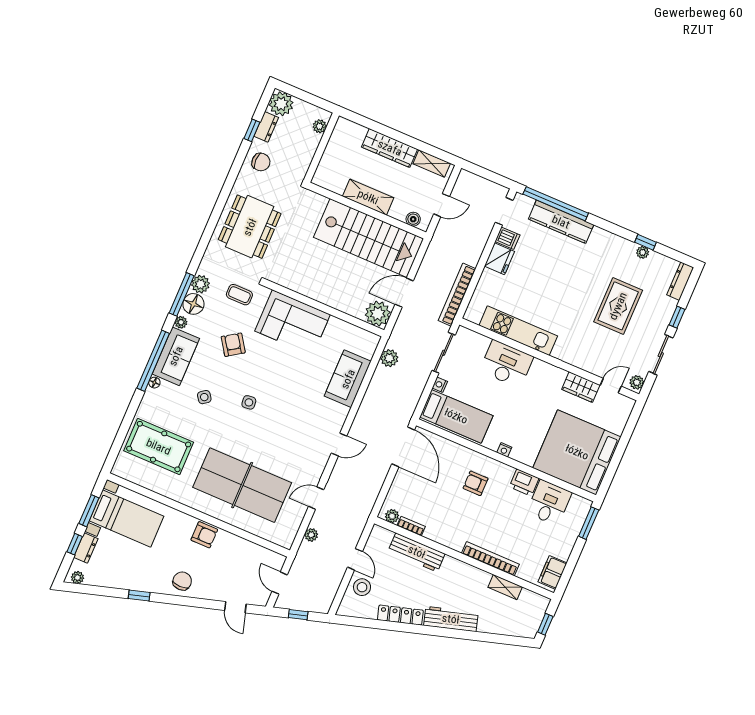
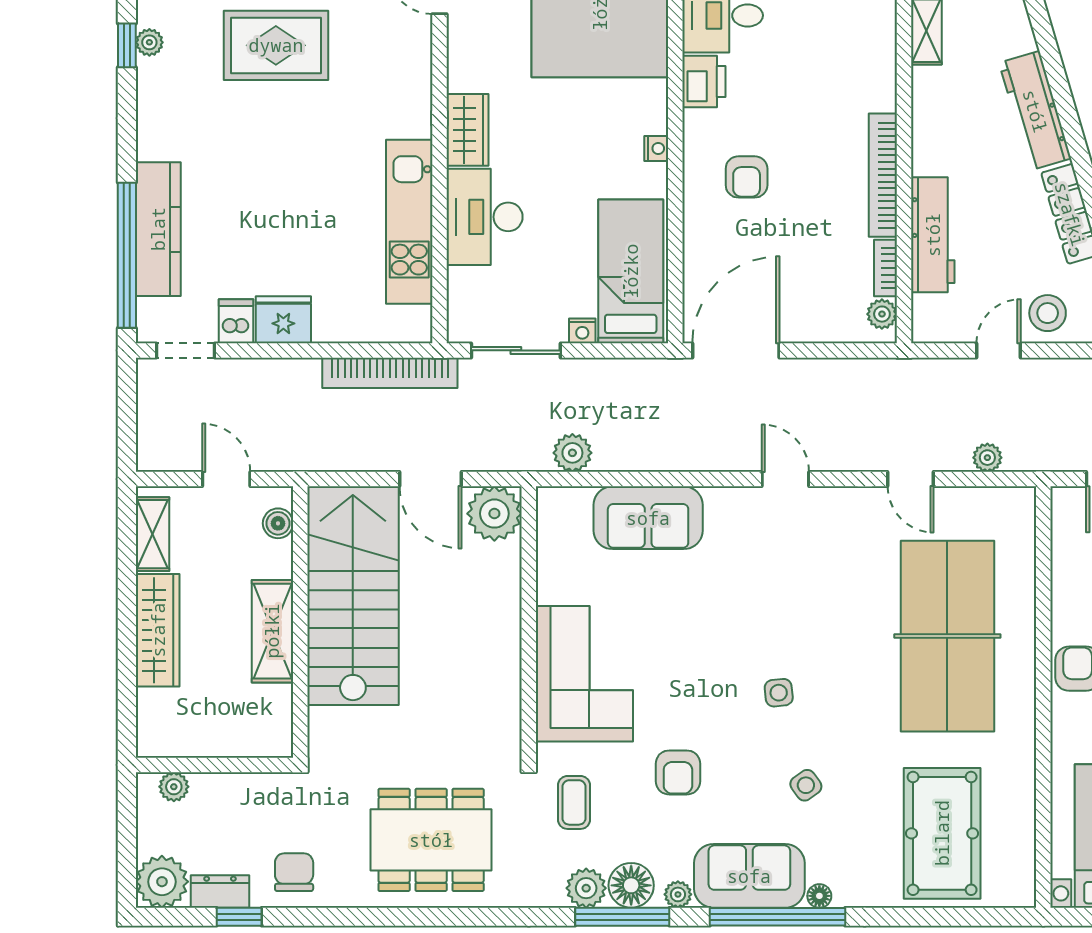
armchair: (233, 345) -> (678, 772), turned -56
wardrobe: (581, 387) -> (468, 130), moved
bookcase: (490, 559) -> (883, 175), moved

